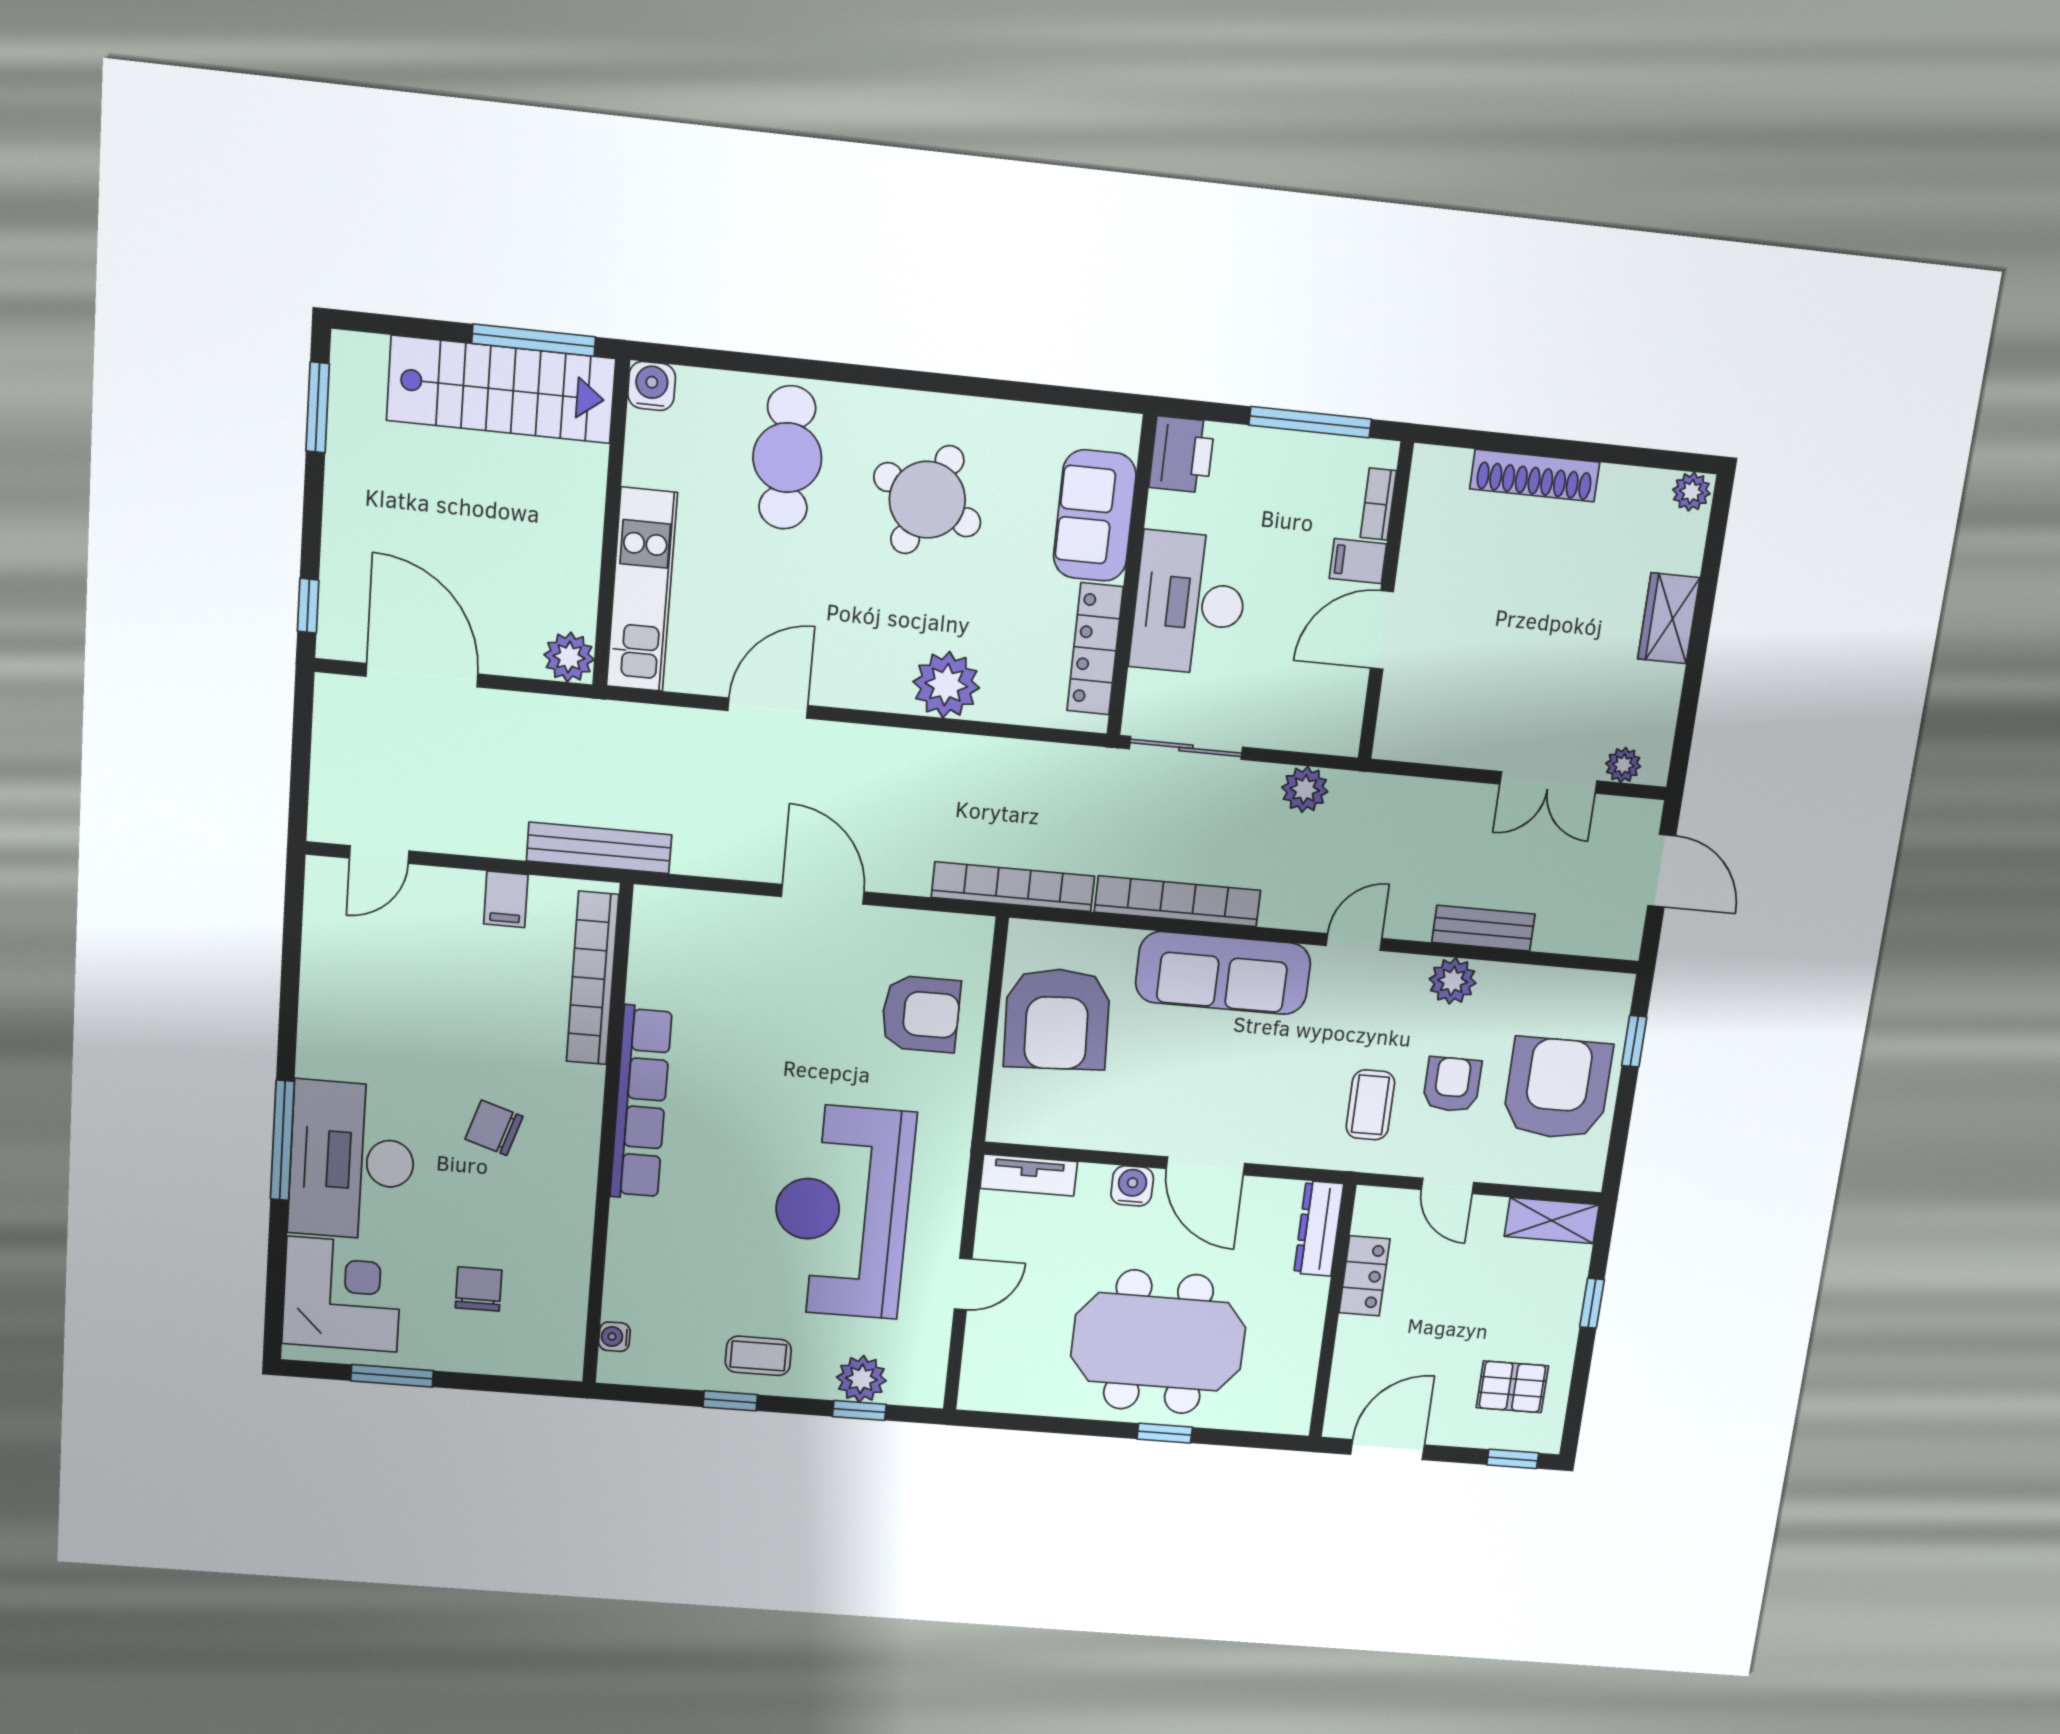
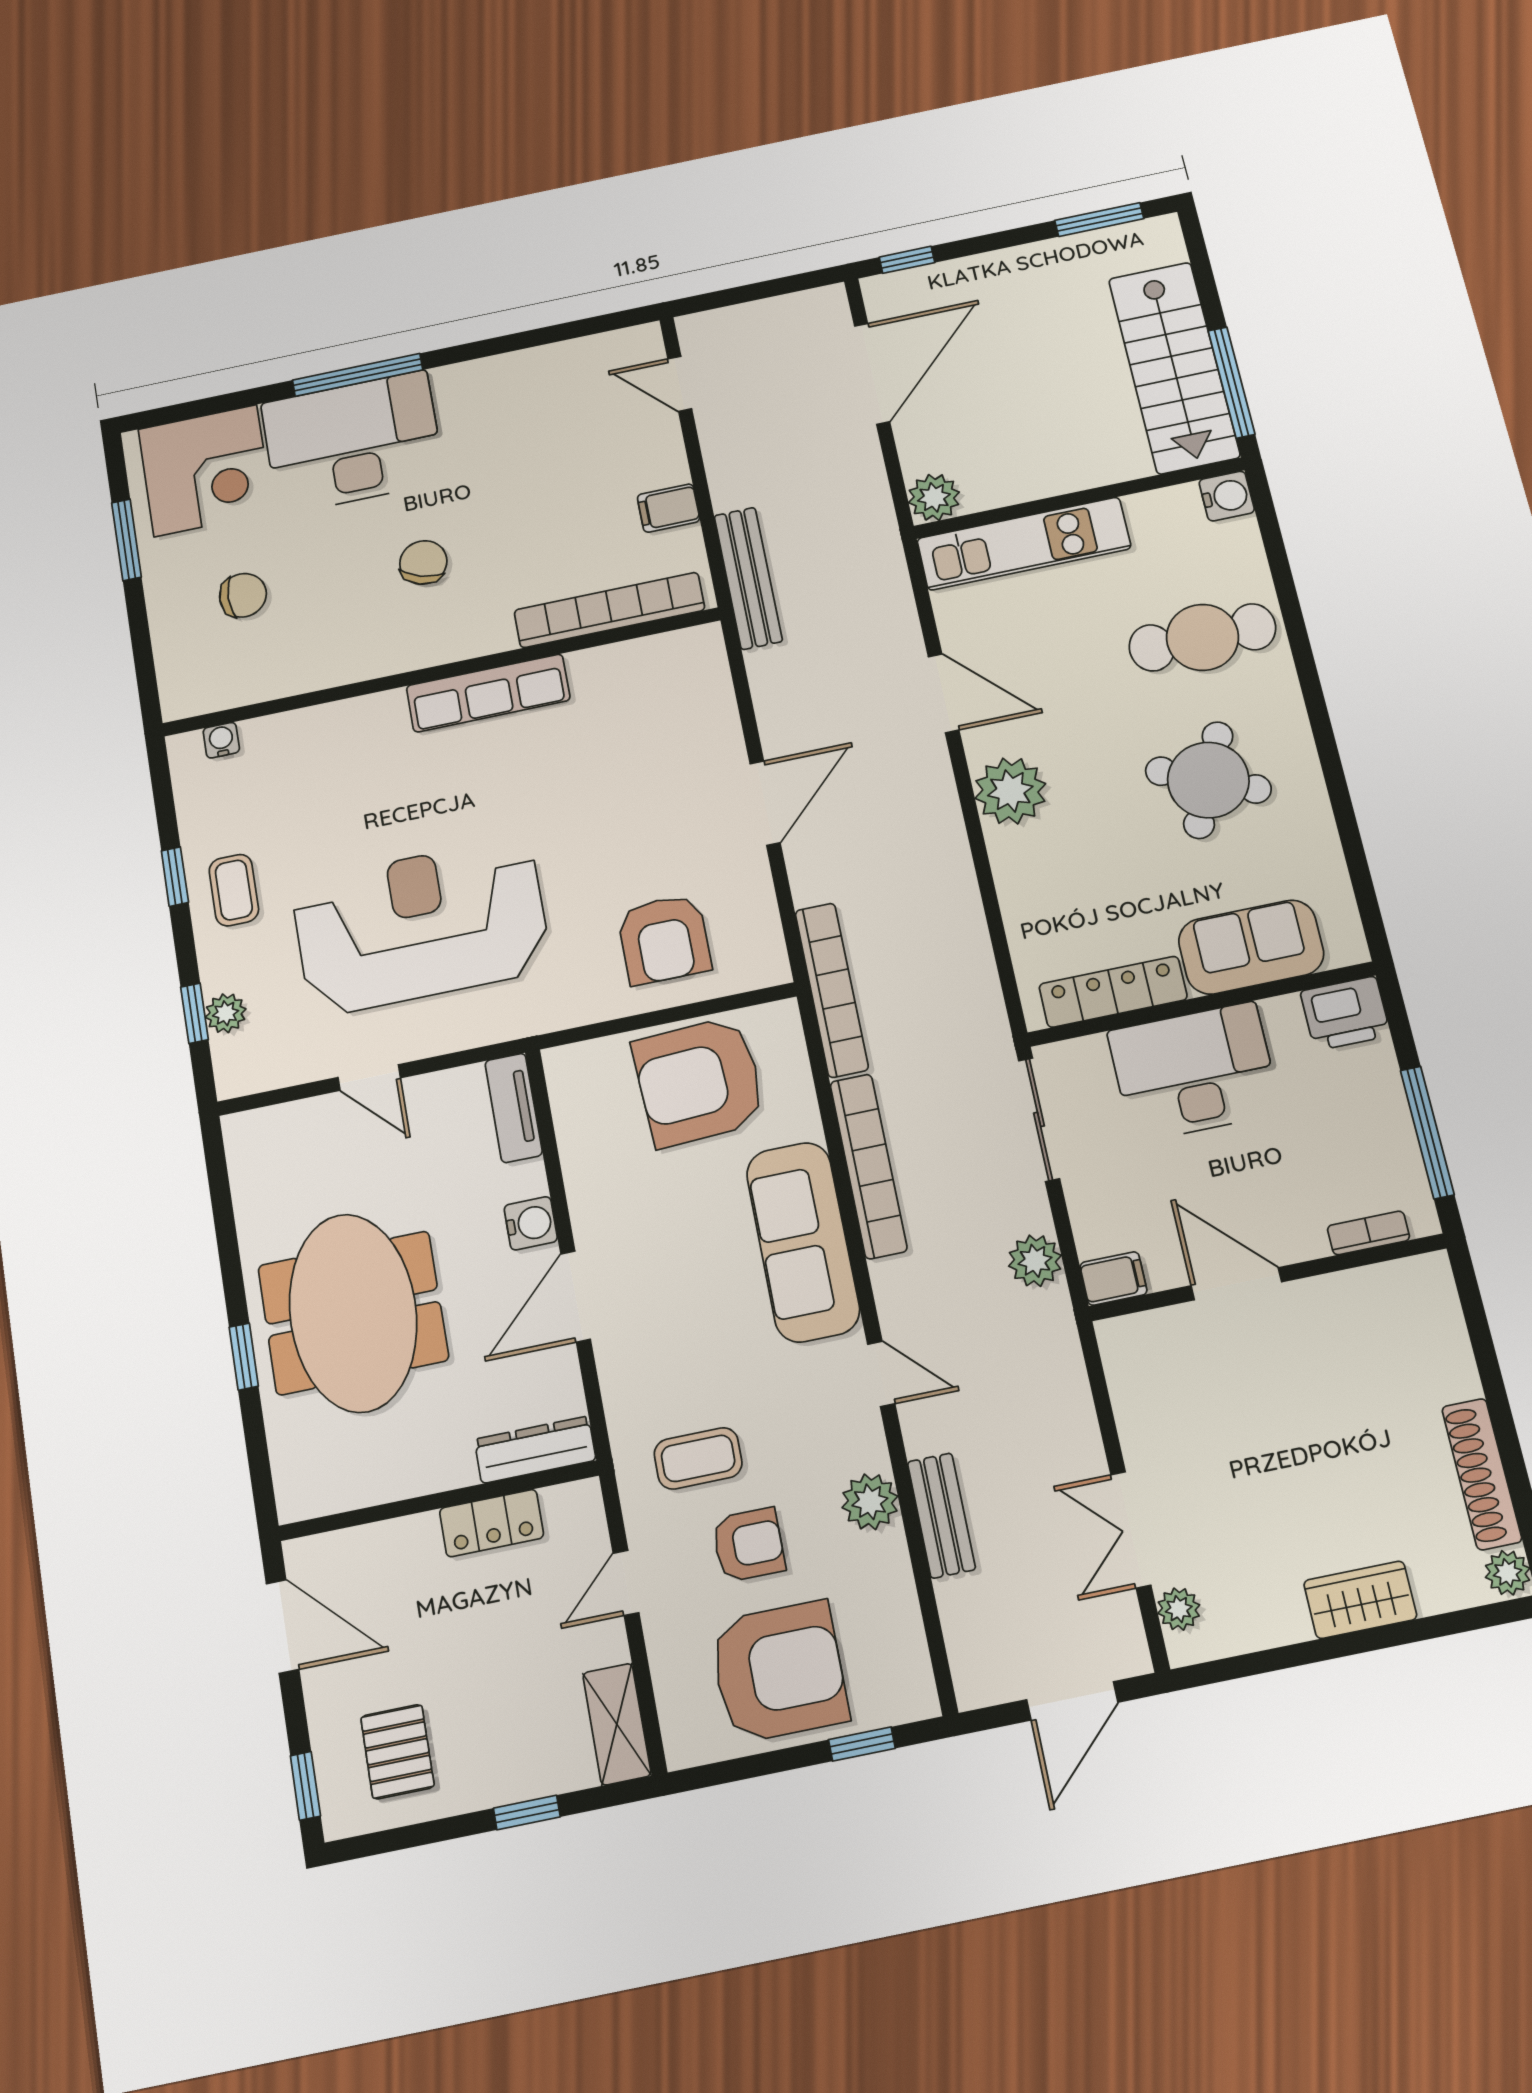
shoe rack: (1535, 476) -> (1482, 1474), moved
filing cabinet: (1358, 561) -> (1113, 1279), moved, turned 90
plant: (946, 685) -> (1010, 791), moved
row of seats: (641, 1103) -> (488, 693), width x0.73
plant: (861, 1379) -> (226, 1013), width x0.73, depth x0.73

